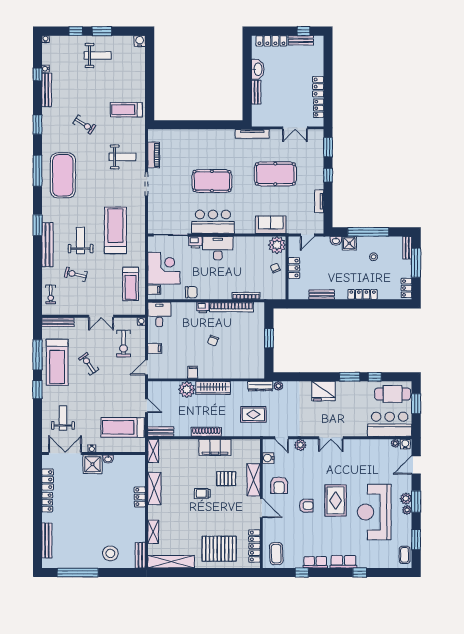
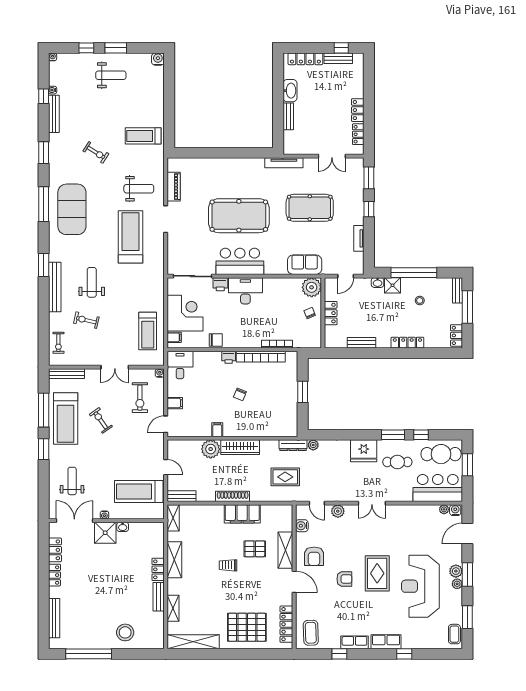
pool table: (212, 181) -> (239, 216), width x1.36, depth x1.32
treadmill: (115, 230) -> (130, 237), moved
cafe table: (354, 401) -> (397, 462), added
bench: (140, 555) -> (159, 597), moved

